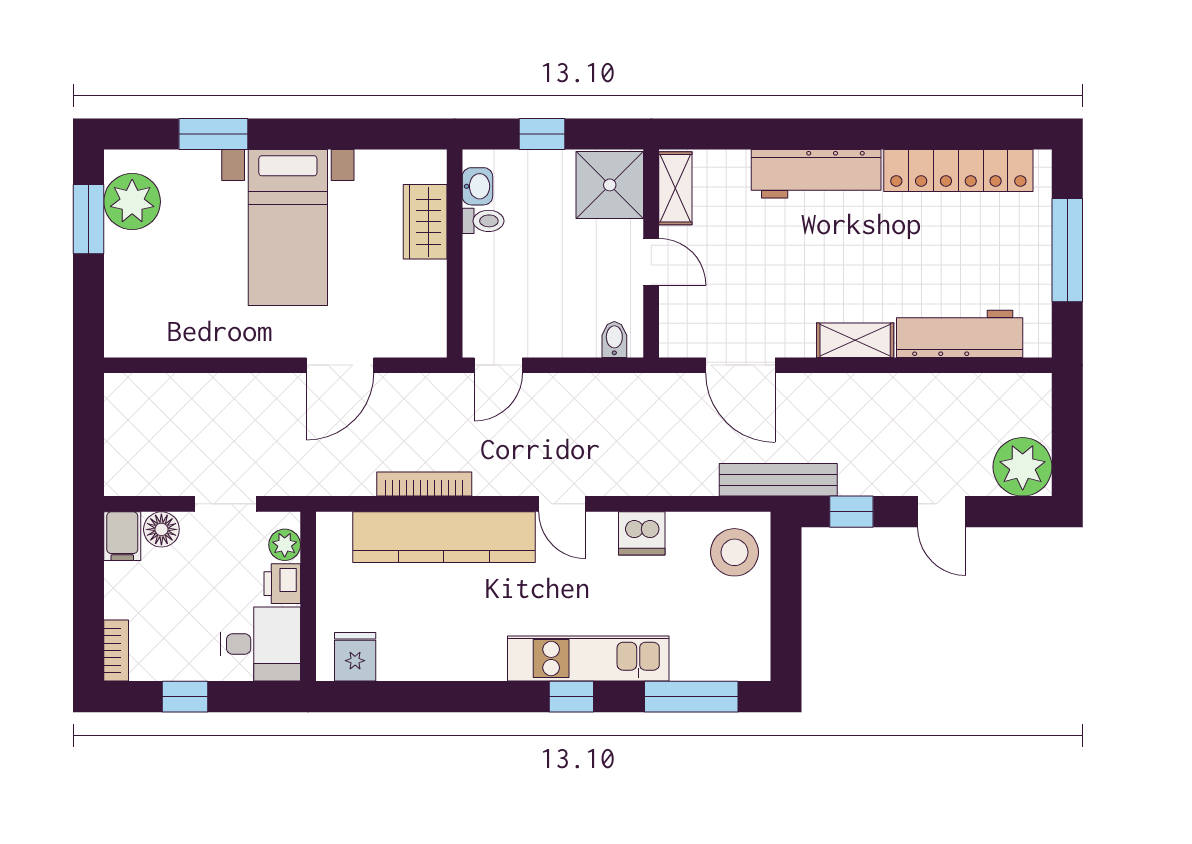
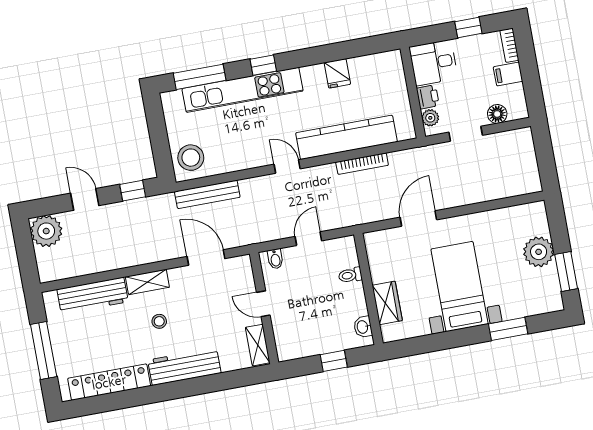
shower: (610, 185) -> (293, 340), removed
plant: (132, 202) -> (539, 252), moved
toilet: (483, 221) -> (350, 275), moved
stool: (847, 265) -> (159, 321), added
door: (498, 365) -> (308, 239), moved
bench: (778, 480) -> (207, 194), moved
dishwasher: (642, 533) -> (242, 159), removed
filing cabinet: (122, 536) -> (508, 74), moved, turned -90
fridge: (355, 657) -> (337, 73), moved
kitchen unit: (588, 658) -> (243, 90), width x1.36

